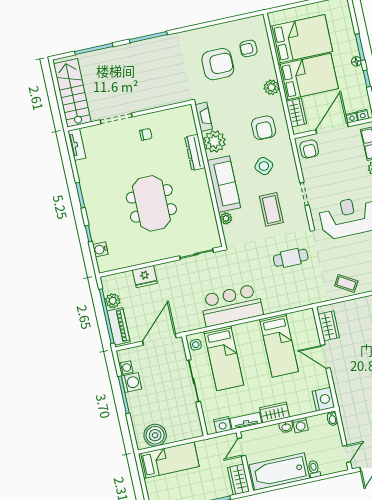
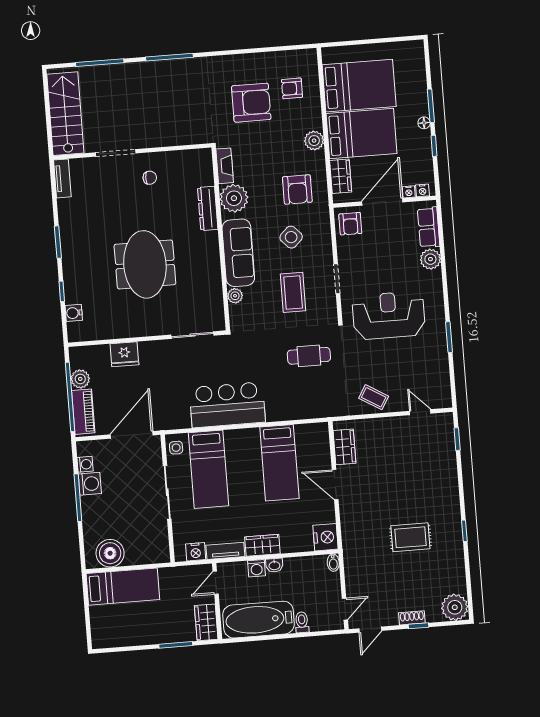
washing machine: (300, 425) -> (257, 568), moved

